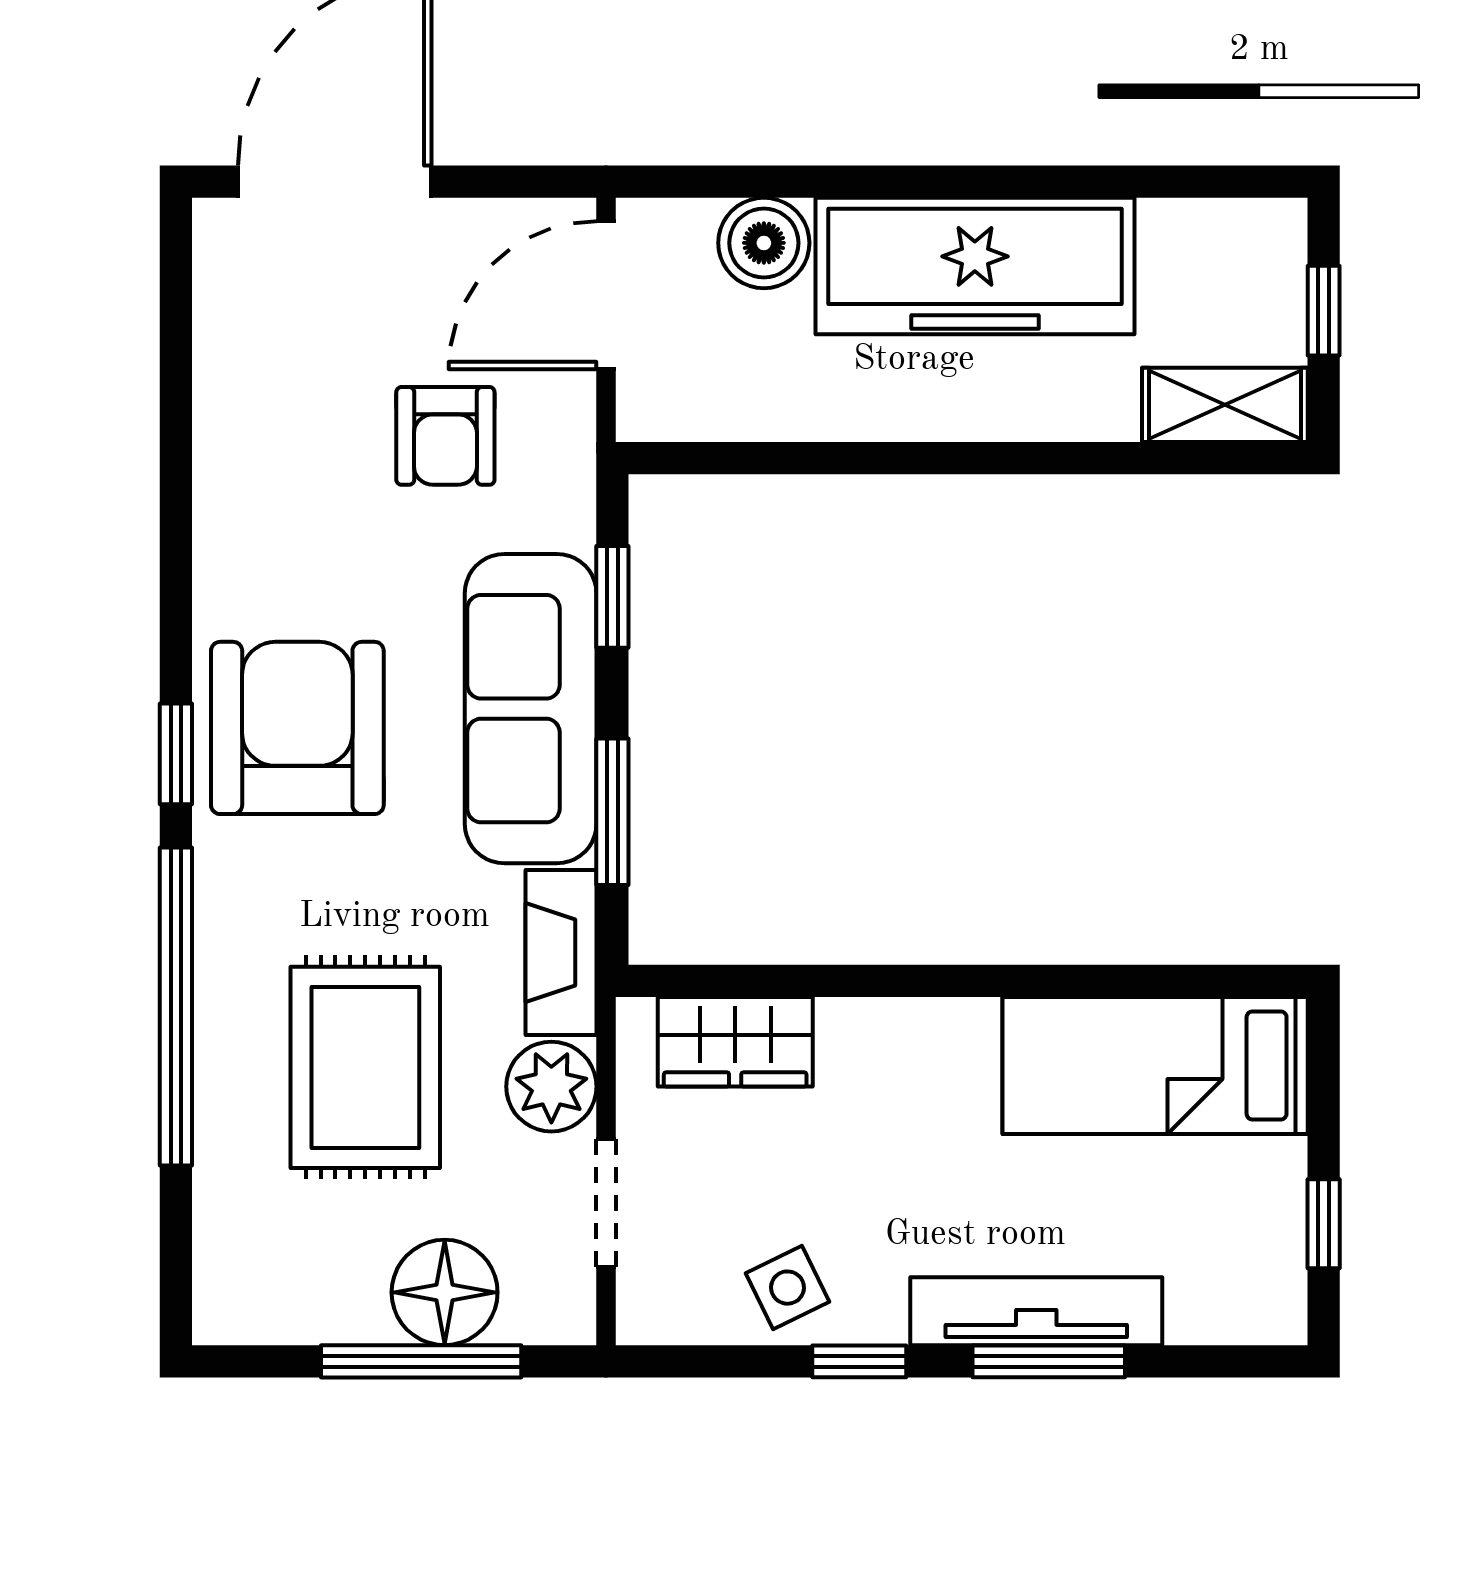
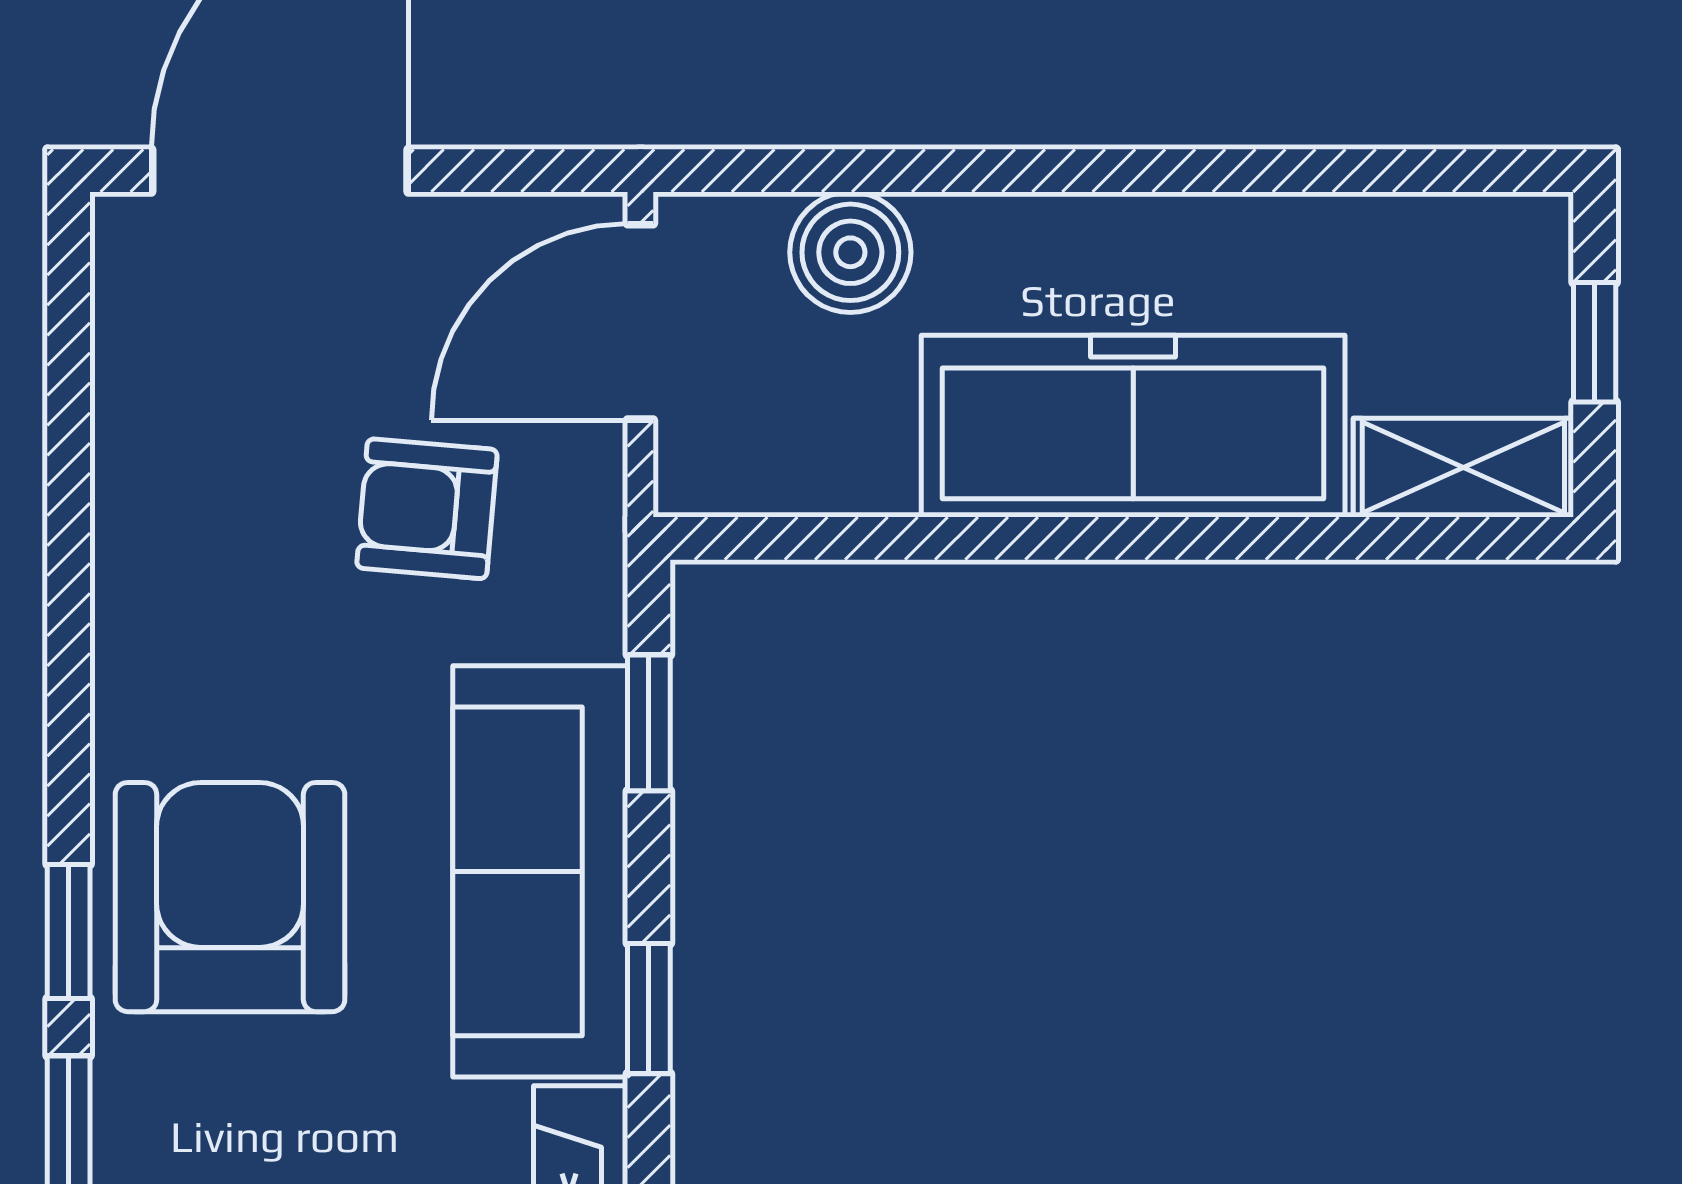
freezer: (975, 266) -> (1133, 426), moved, turned 180
armchair: (445, 436) -> (427, 509), turned 95
window: (612, 812) -> (649, 1009), width x0.67

